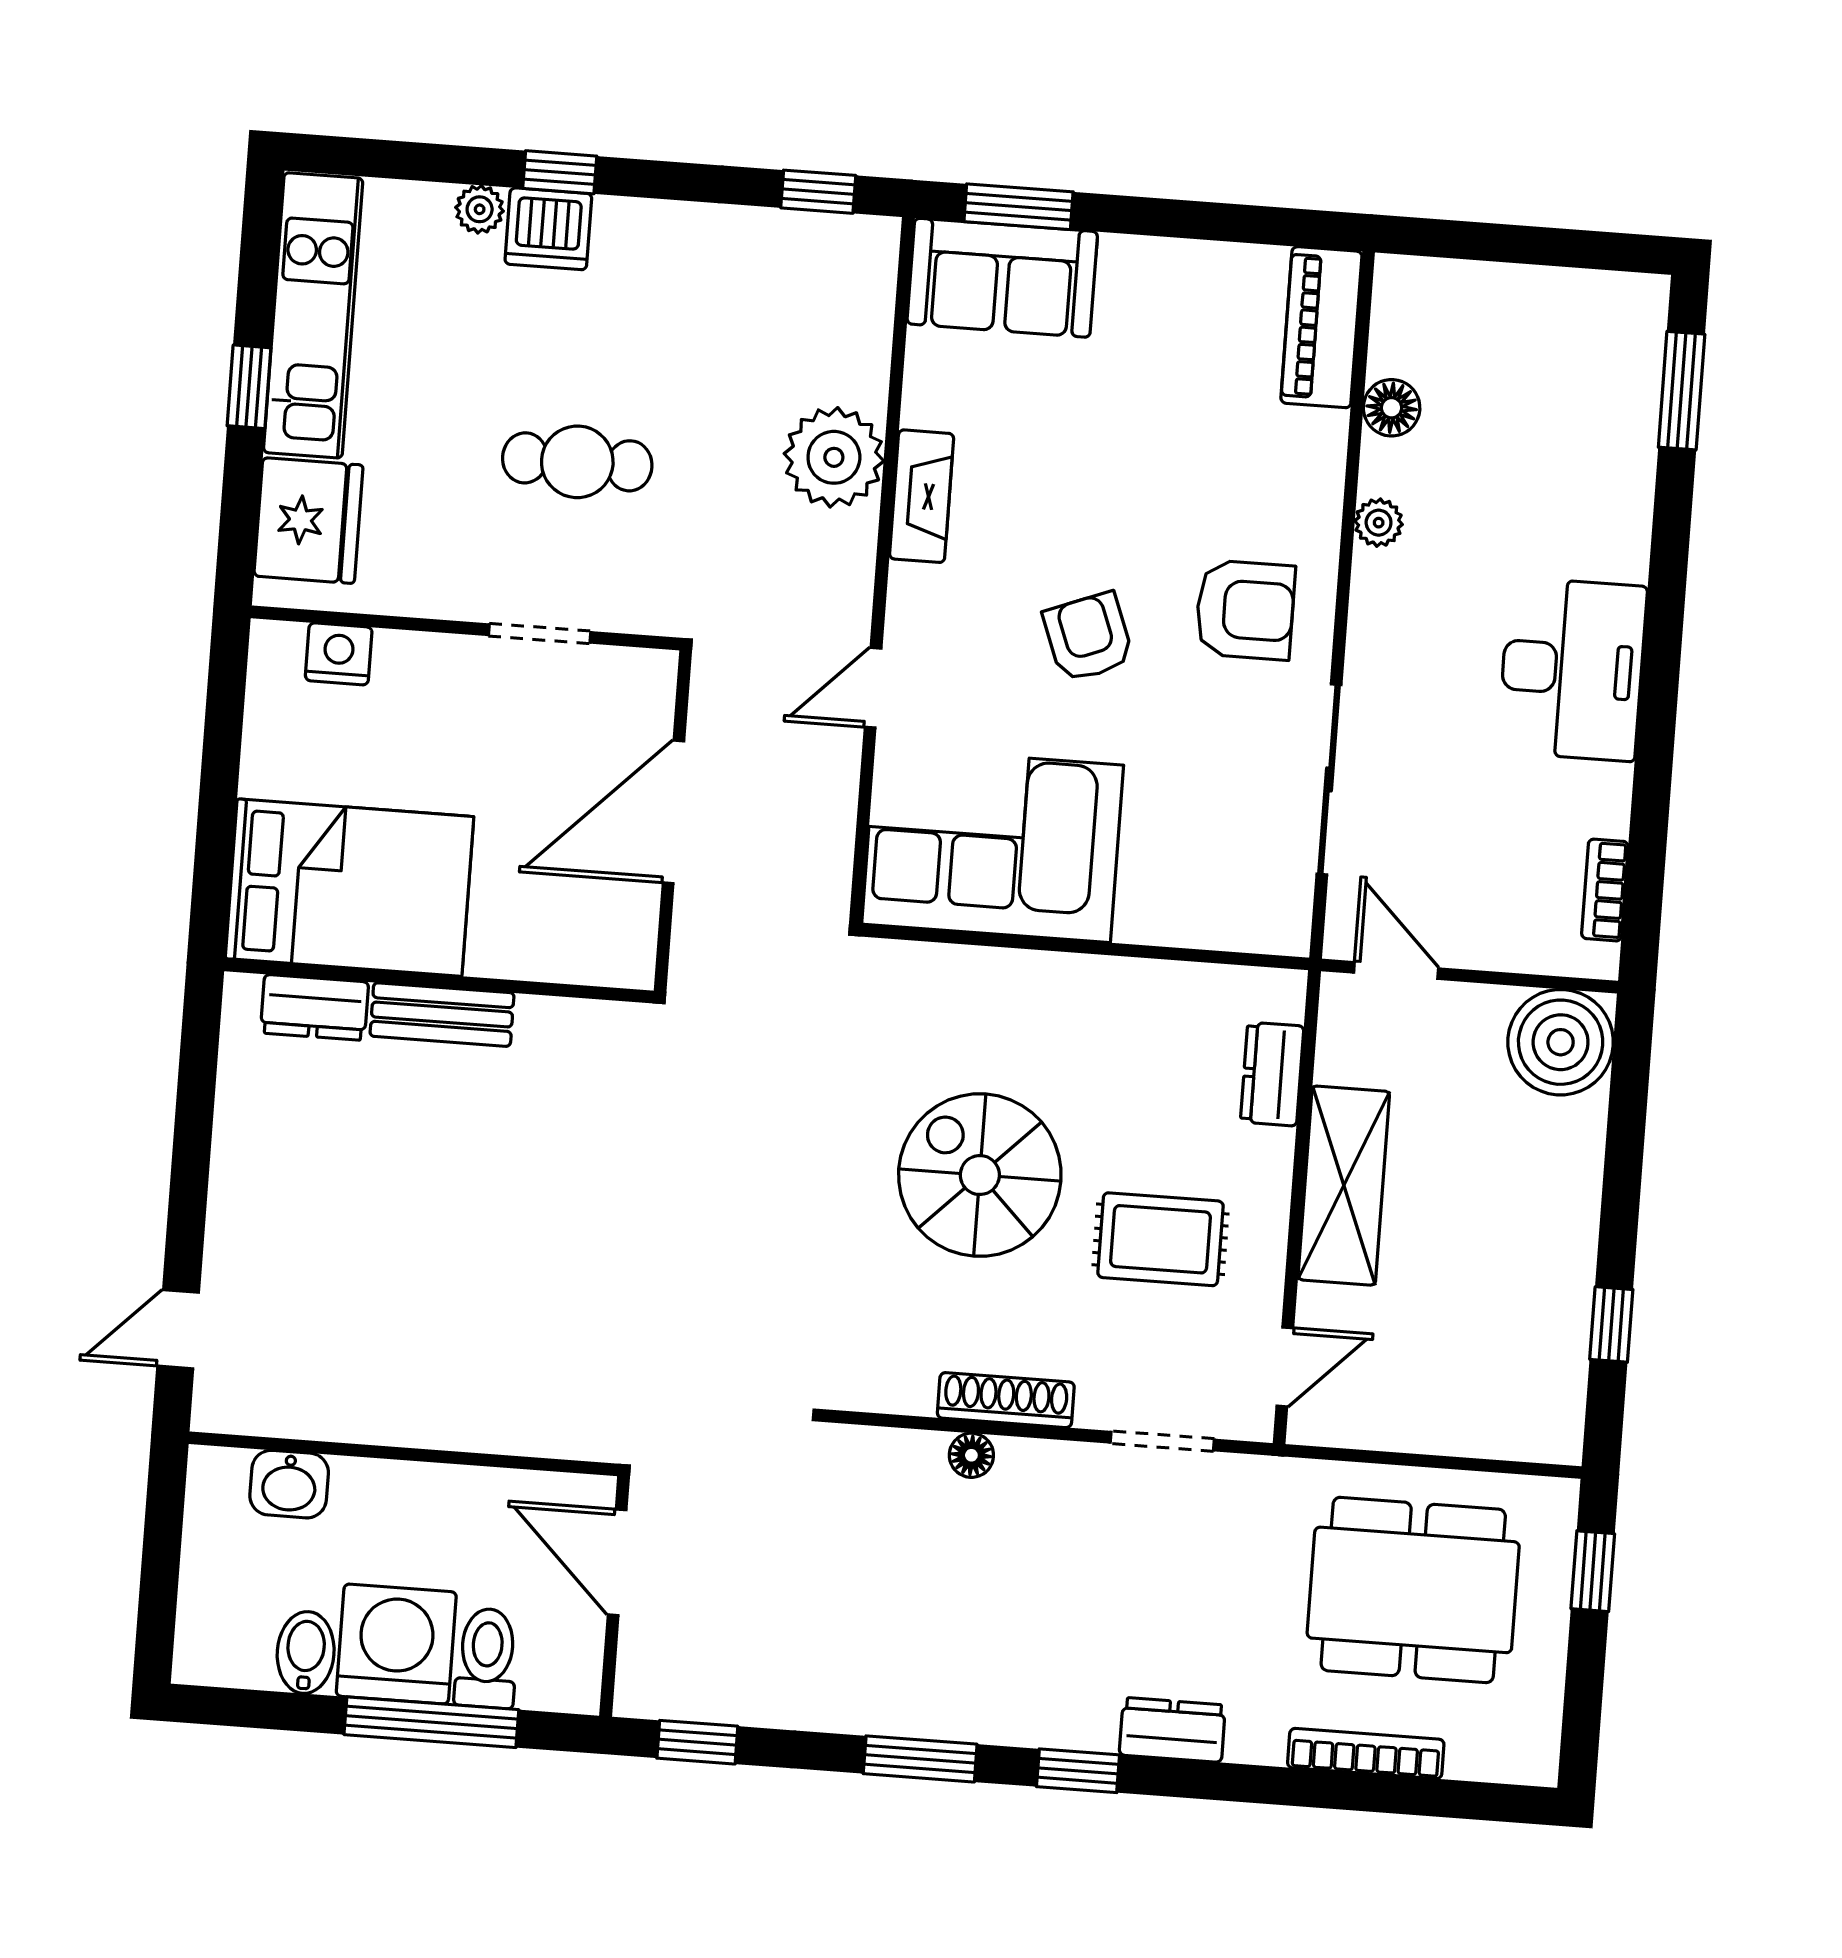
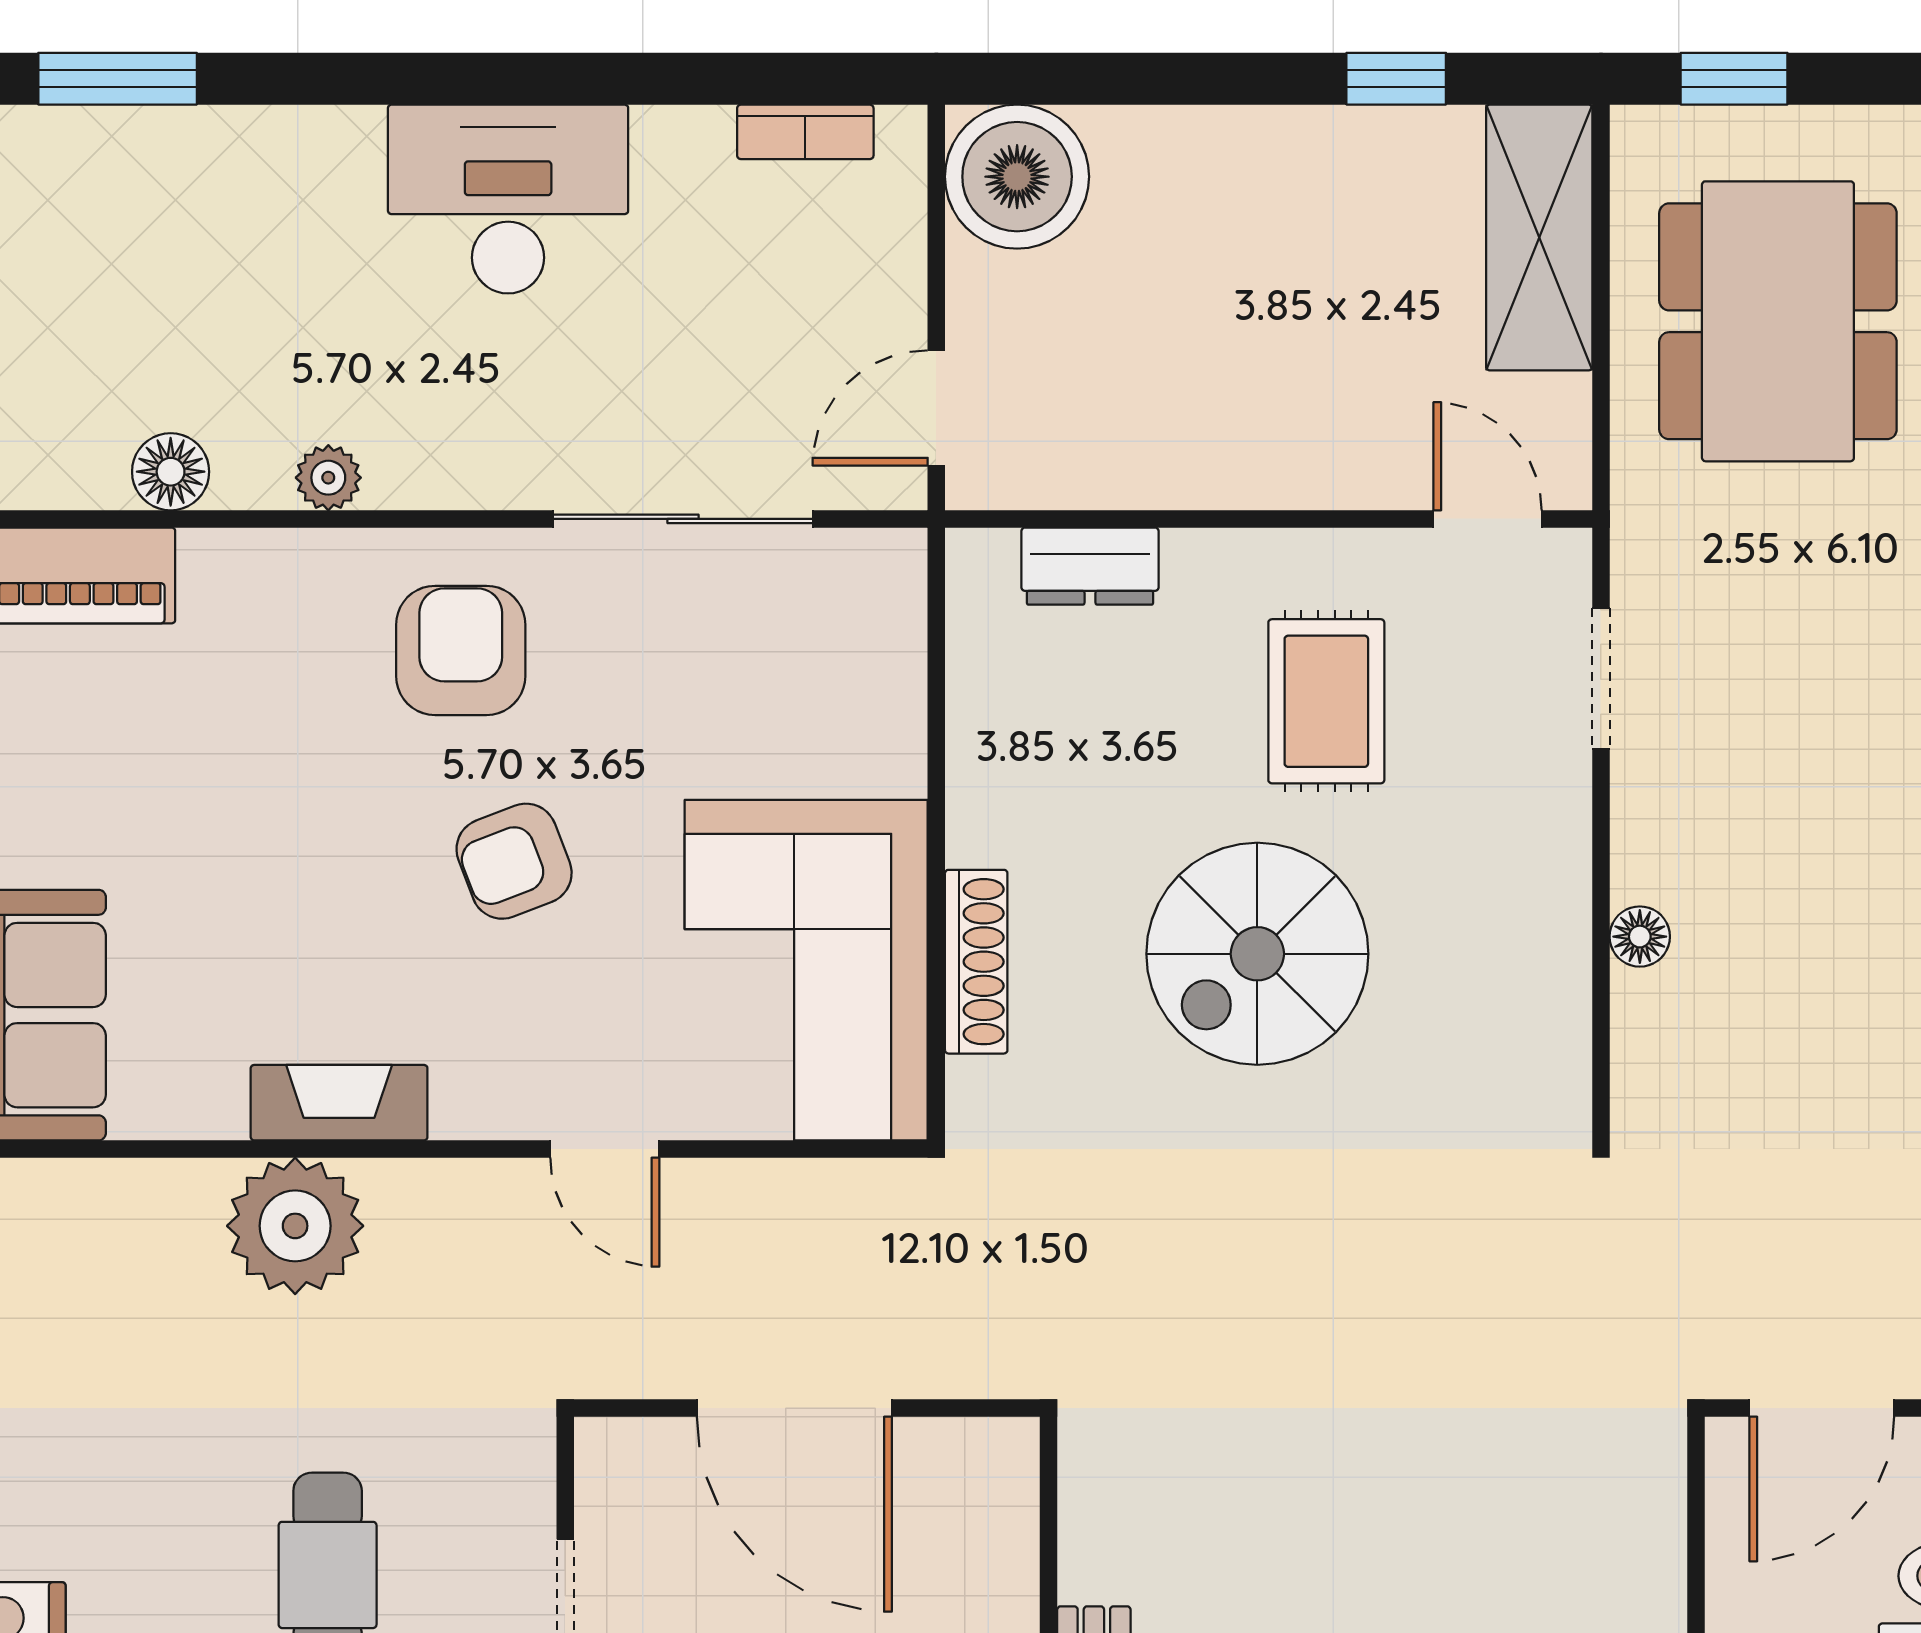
shelving: (1344, 1186) -> (1539, 237), moved, turned 90
shoe rack: (1006, 1400) -> (976, 962), moved, turned 180

